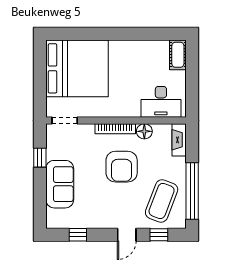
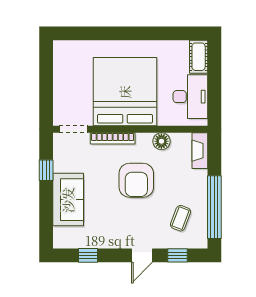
bed: (77, 68) -> (125, 92), moved, turned -90
desk: (161, 102) -> (190, 97), moved, turned -90
bookcase: (115, 129) -> (113, 138), moved
coffee table: (162, 201) -> (181, 218), width x0.54, depth x0.58

